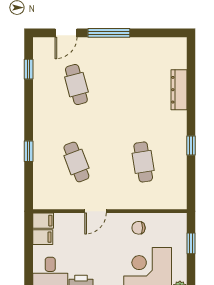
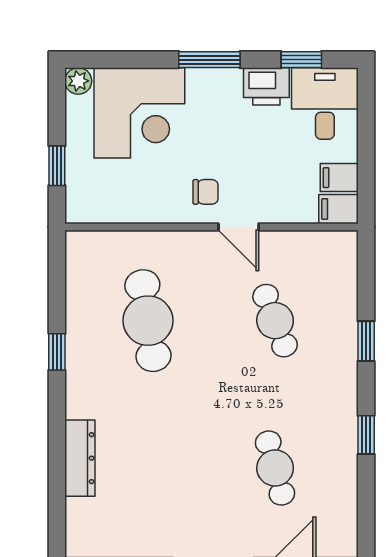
window: (29, 69) -> (366, 435), moved
cafe table: (143, 162) -> (148, 321), width x1.37, depth x1.35
door: (96, 211) -> (239, 227), swing flipped
chair: (139, 228) -> (206, 192), moved

